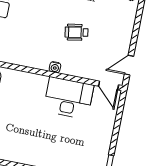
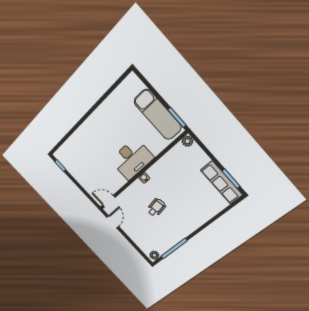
desk: (69, 98) -> (132, 159), moved

